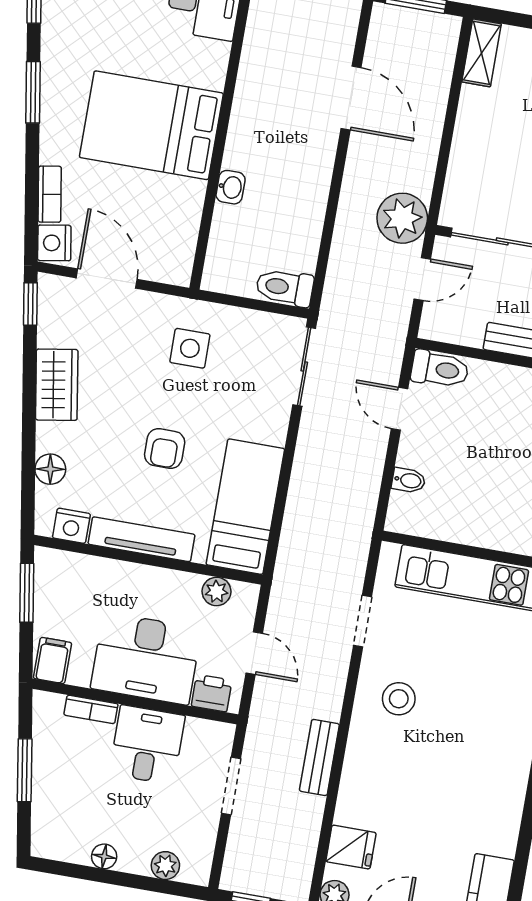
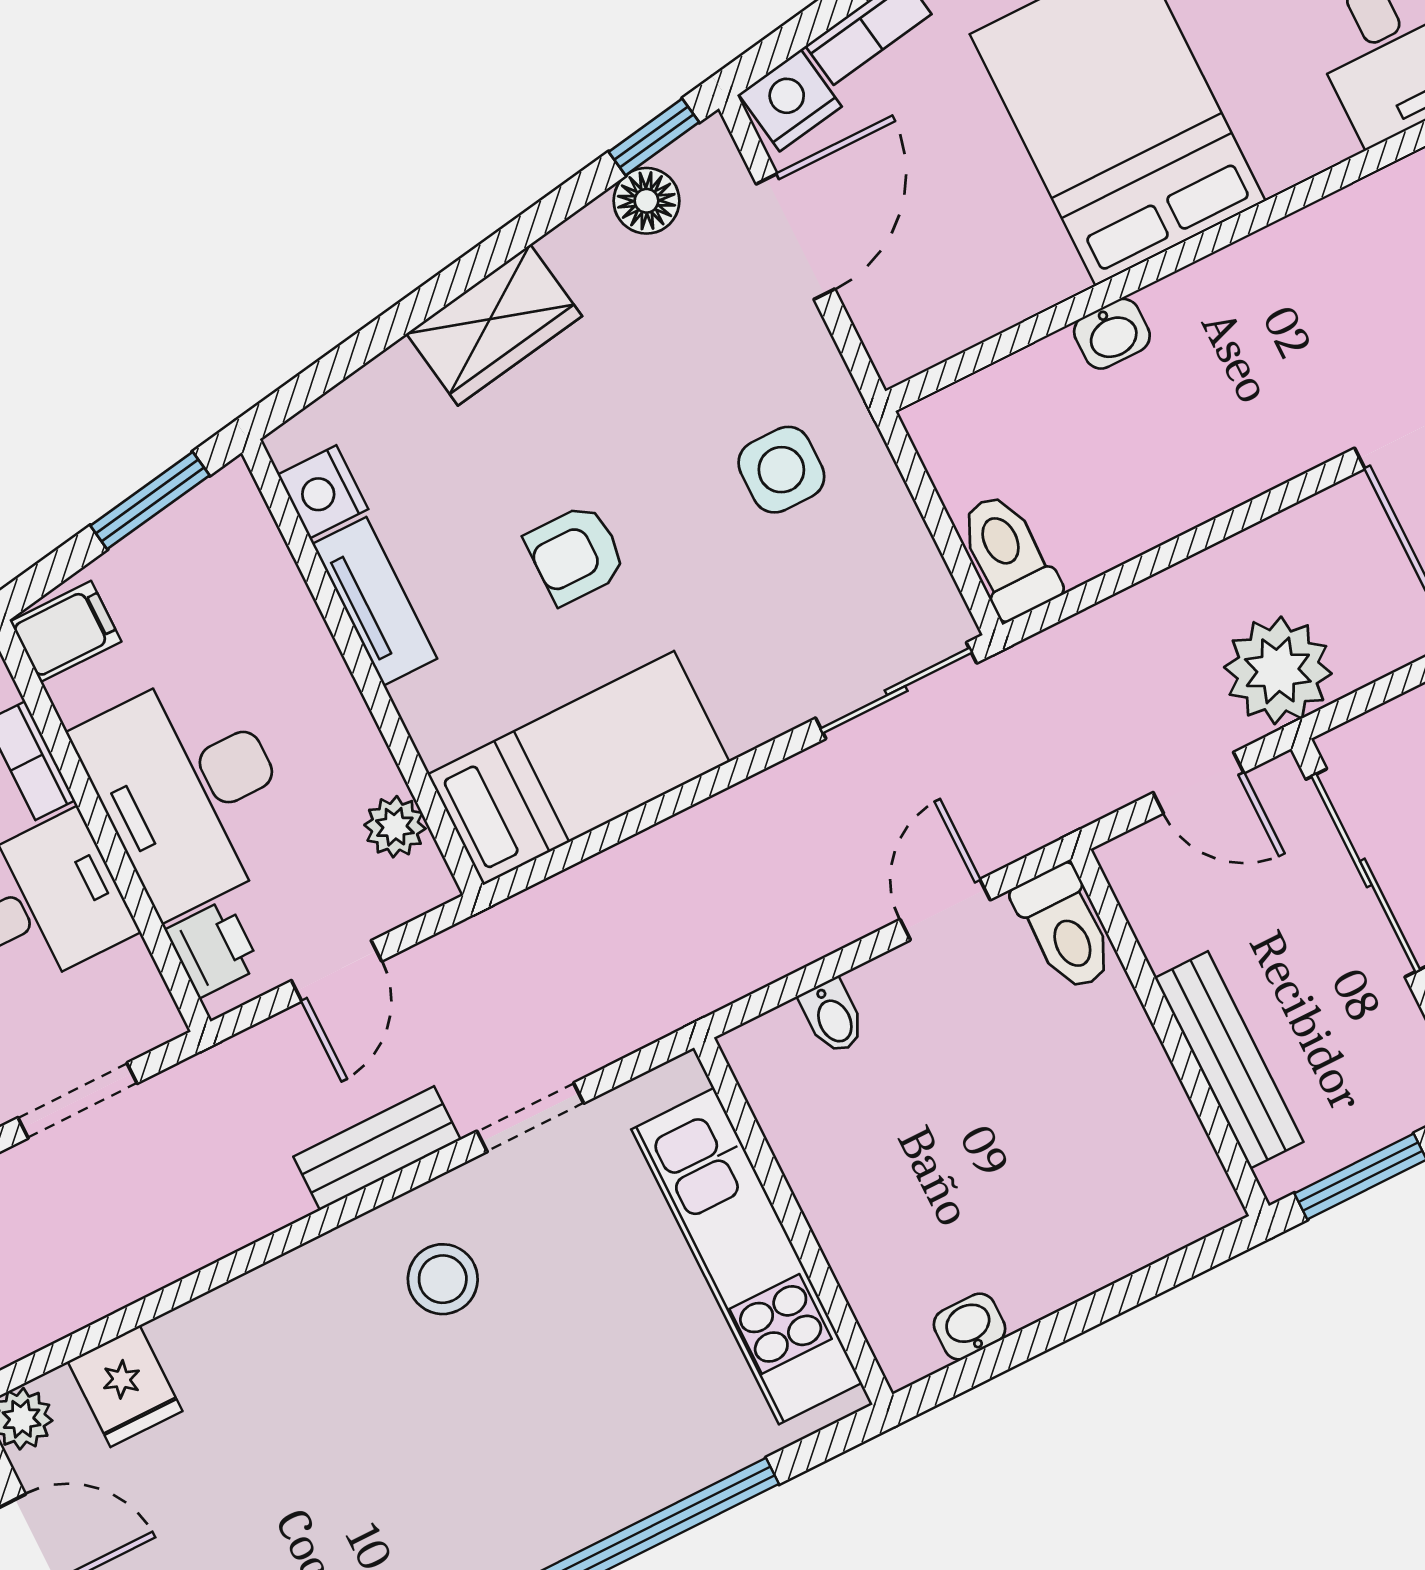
wardrobe: (57, 385) -> (494, 325), moved
floor lamp: (50, 469) -> (646, 201), moved
tv unit: (141, 539) -> (375, 601), width x0.71
bench: (319, 757) -> (377, 1148), moved

